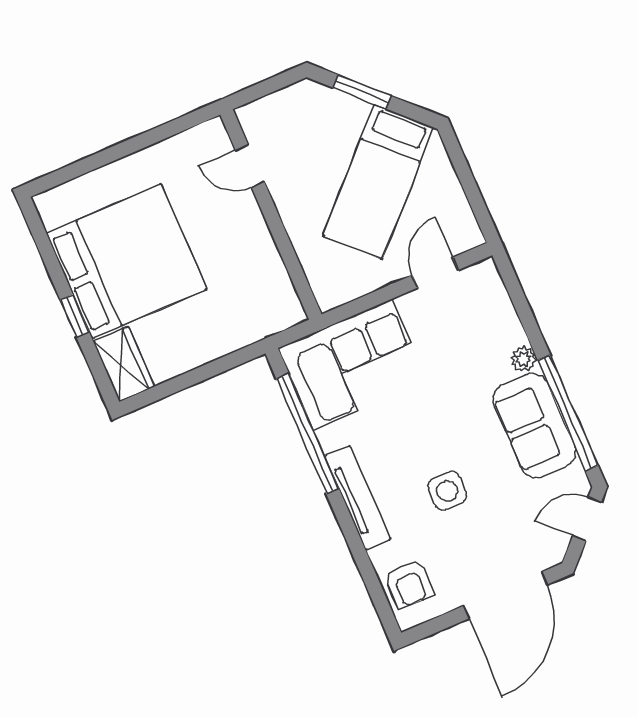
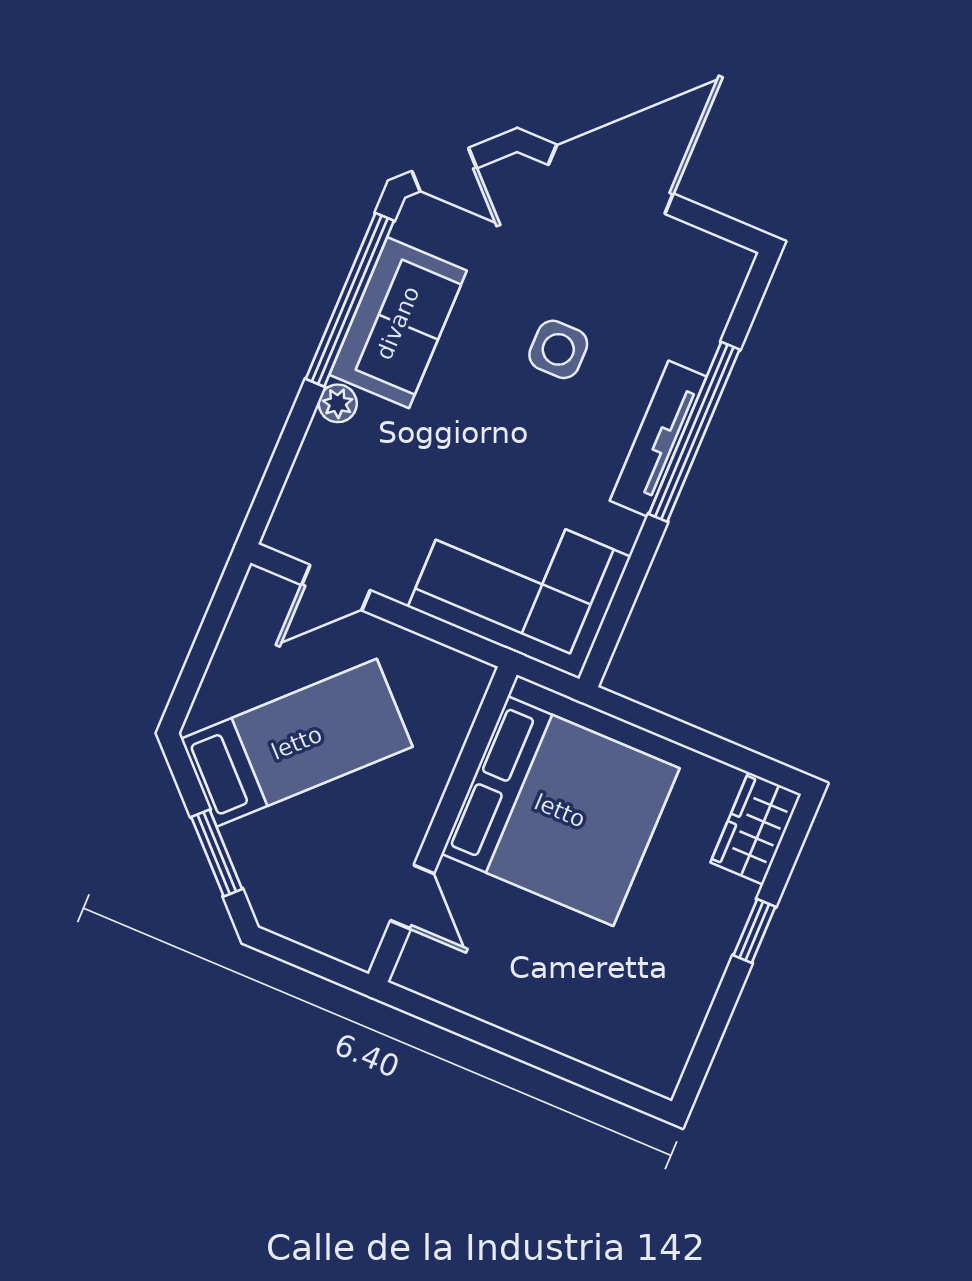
bed: (126, 261) -> (560, 811), moved, turned 180
window: (308, 434) -> (694, 432), moved
armchair: (409, 584) -> (698, 295), removed

